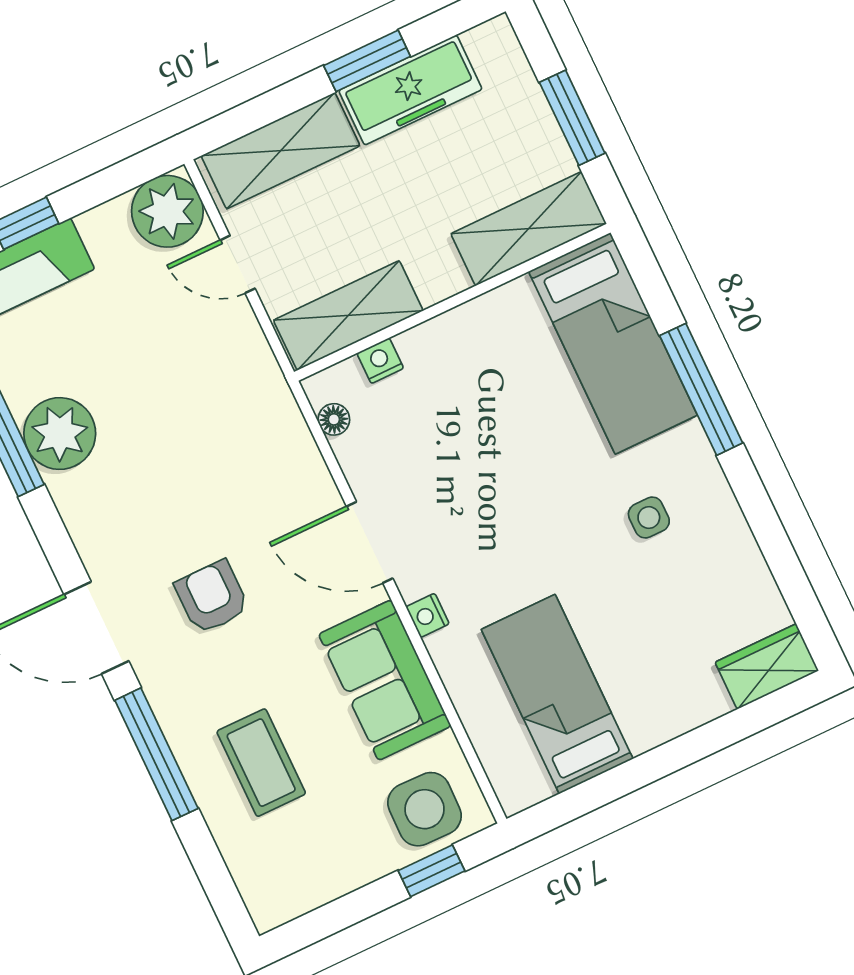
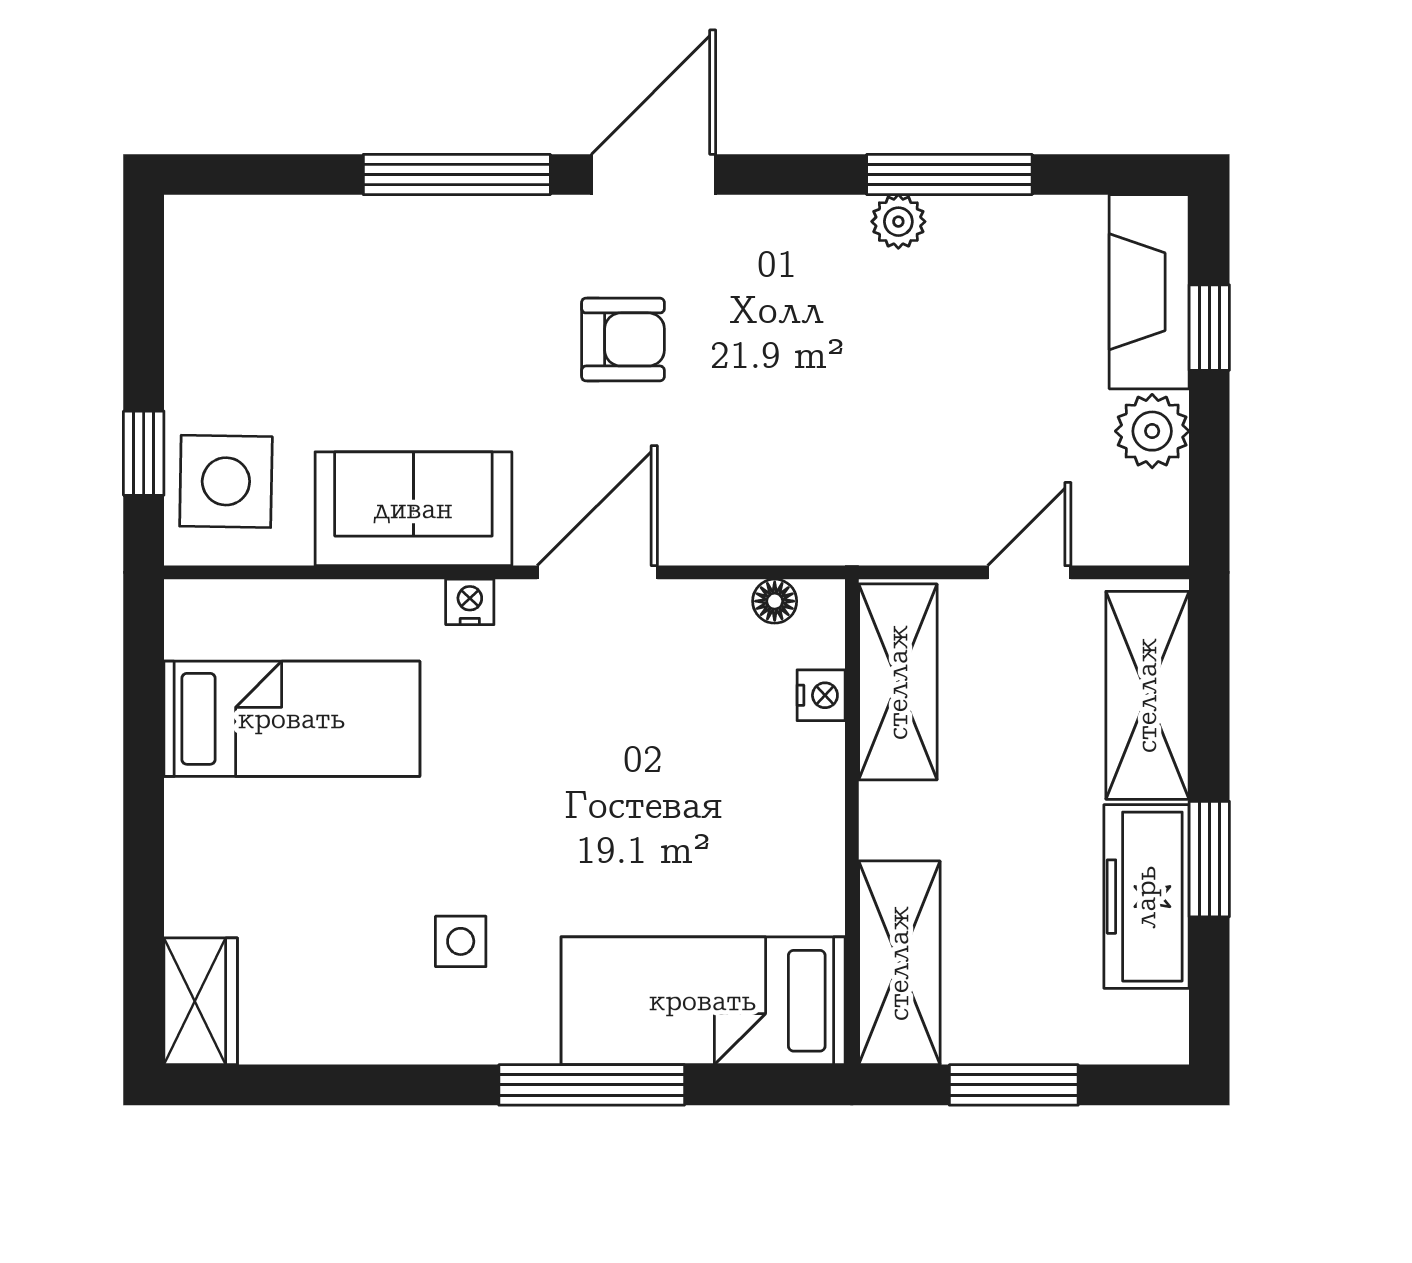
plant: (167, 211) -> (1152, 431), moved, width x0.73, depth x0.73
plant: (60, 434) -> (898, 222), width x0.53, depth x0.53
coffee table: (261, 763) -> (383, 302), removed

